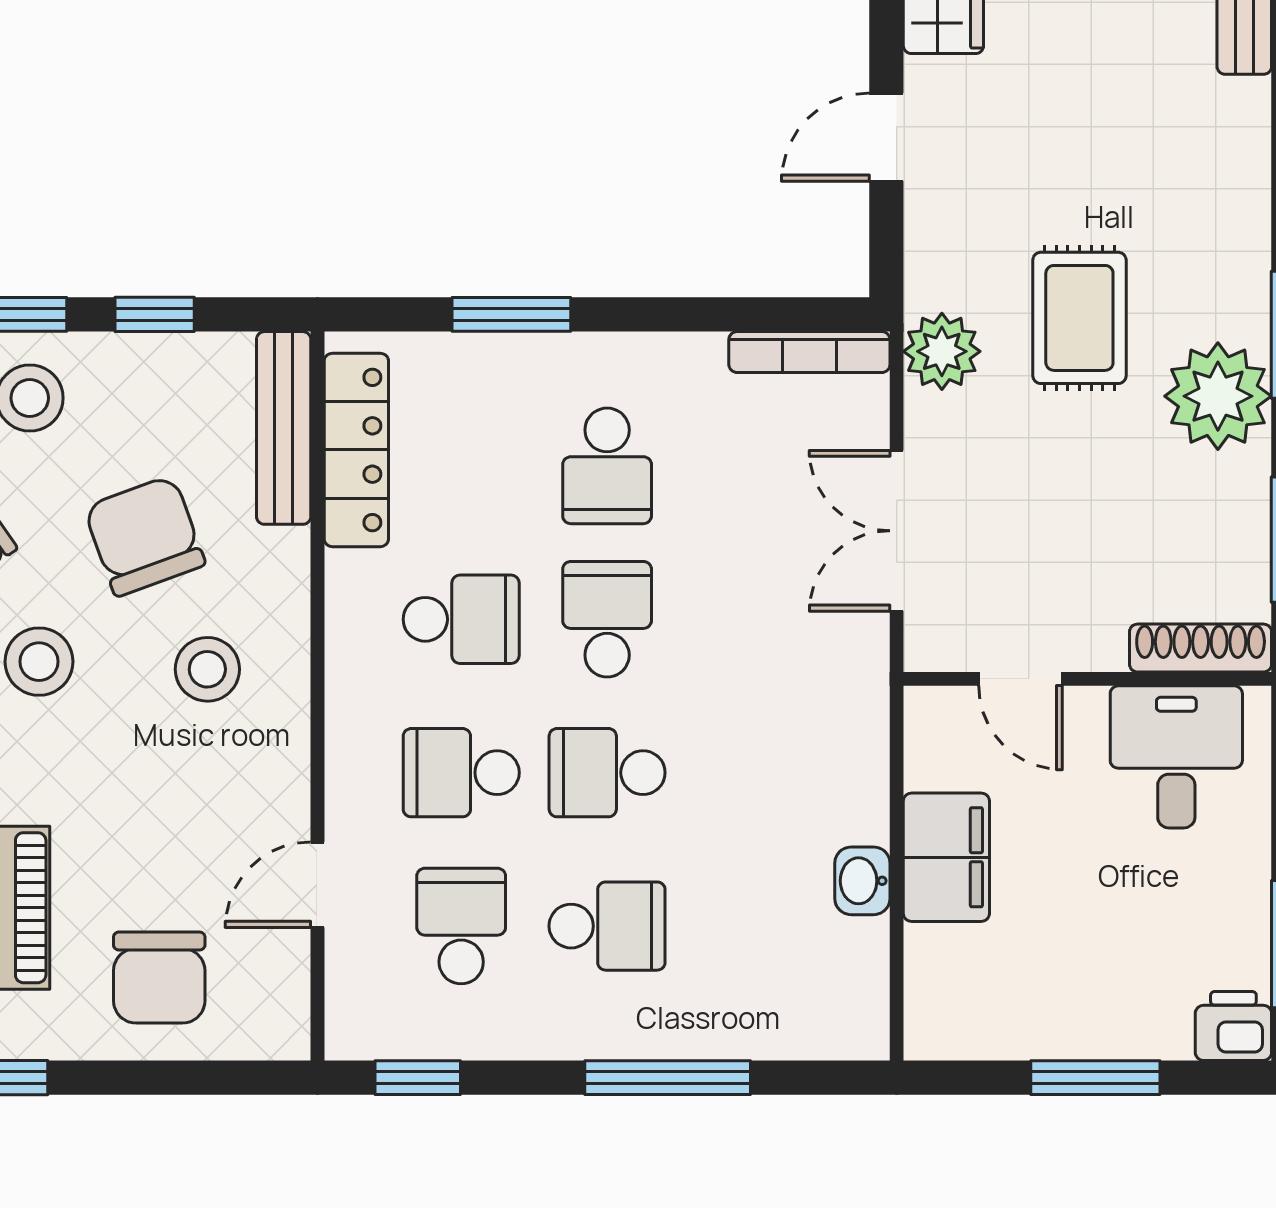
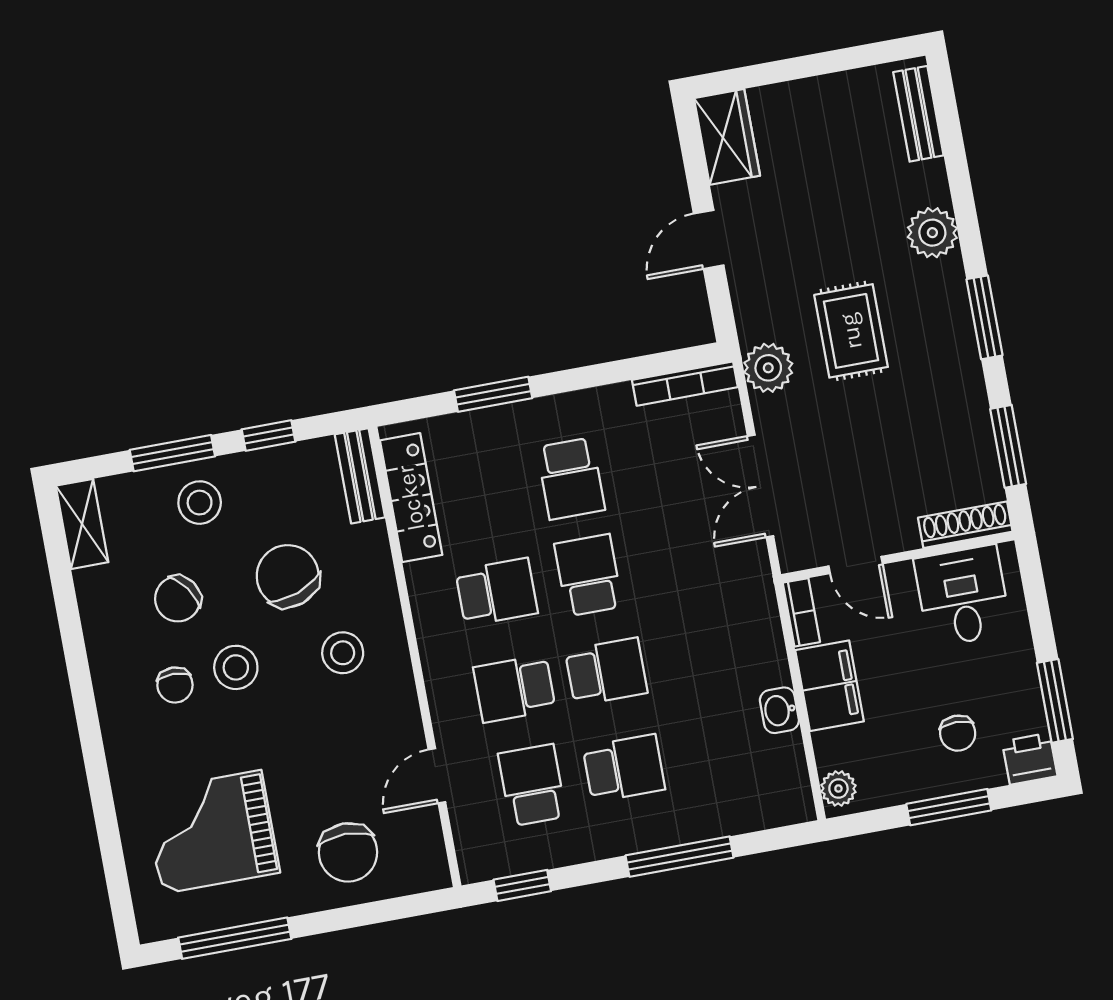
plant: (1218, 396) -> (932, 233), moved, width x0.73, depth x0.73
bench: (284, 428) -> (360, 476), width x0.73
bookcase: (924, 737) -> (801, 612), added
school desk: (607, 773) -> (606, 672), turned 180
chair: (1130, 966) -> (958, 733), added
plant: (931, 1018) -> (838, 788), added

